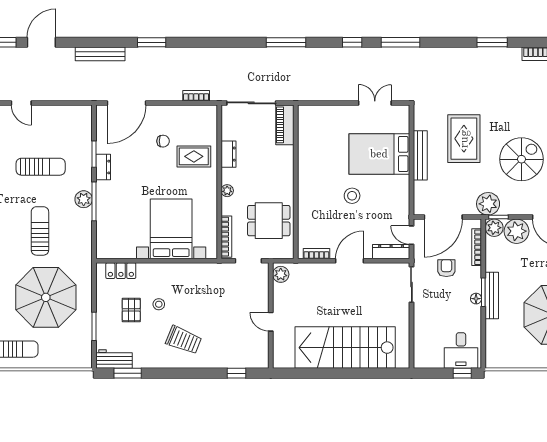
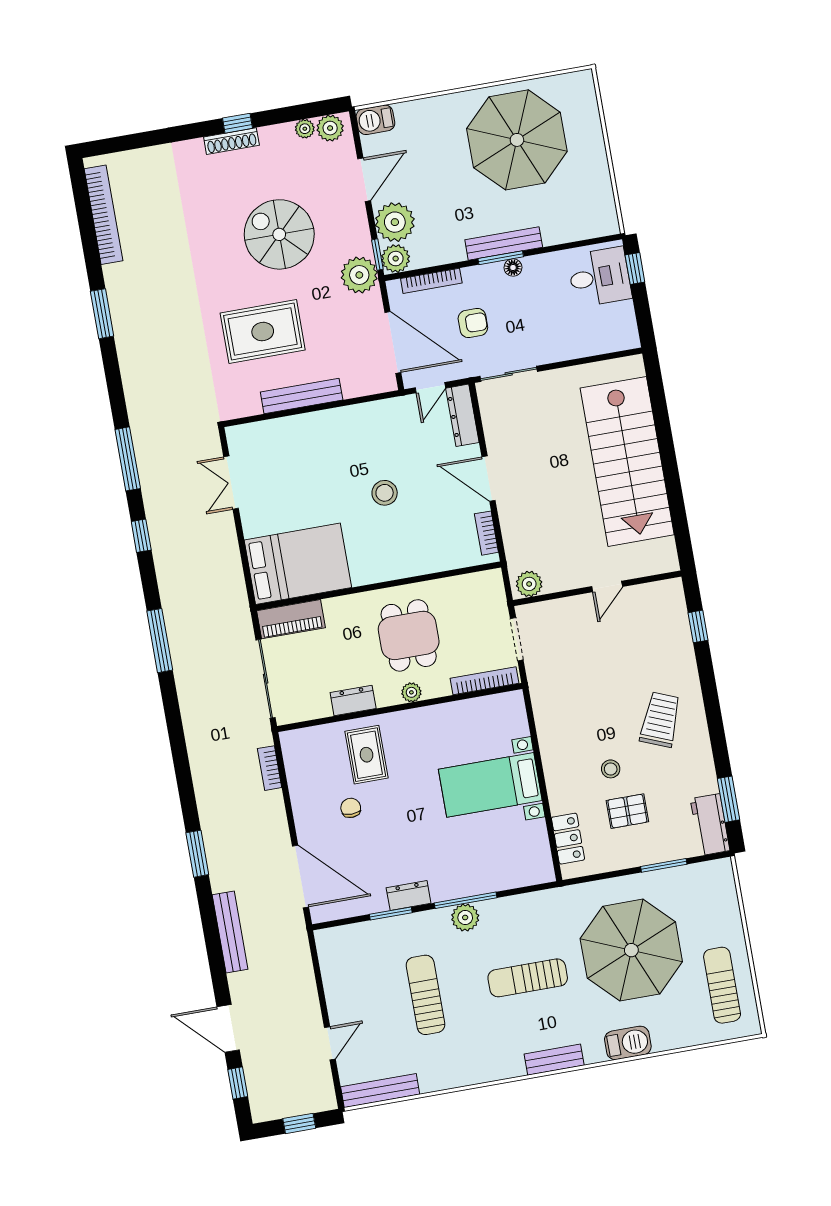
bed: (379, 154) -> (298, 564), moved, turned -90
dining table: (269, 221) -> (409, 635), moved
bed with nightstands: (171, 229) -> (490, 785), width x0.73
armchair: (446, 268) -> (473, 323), turned 180

